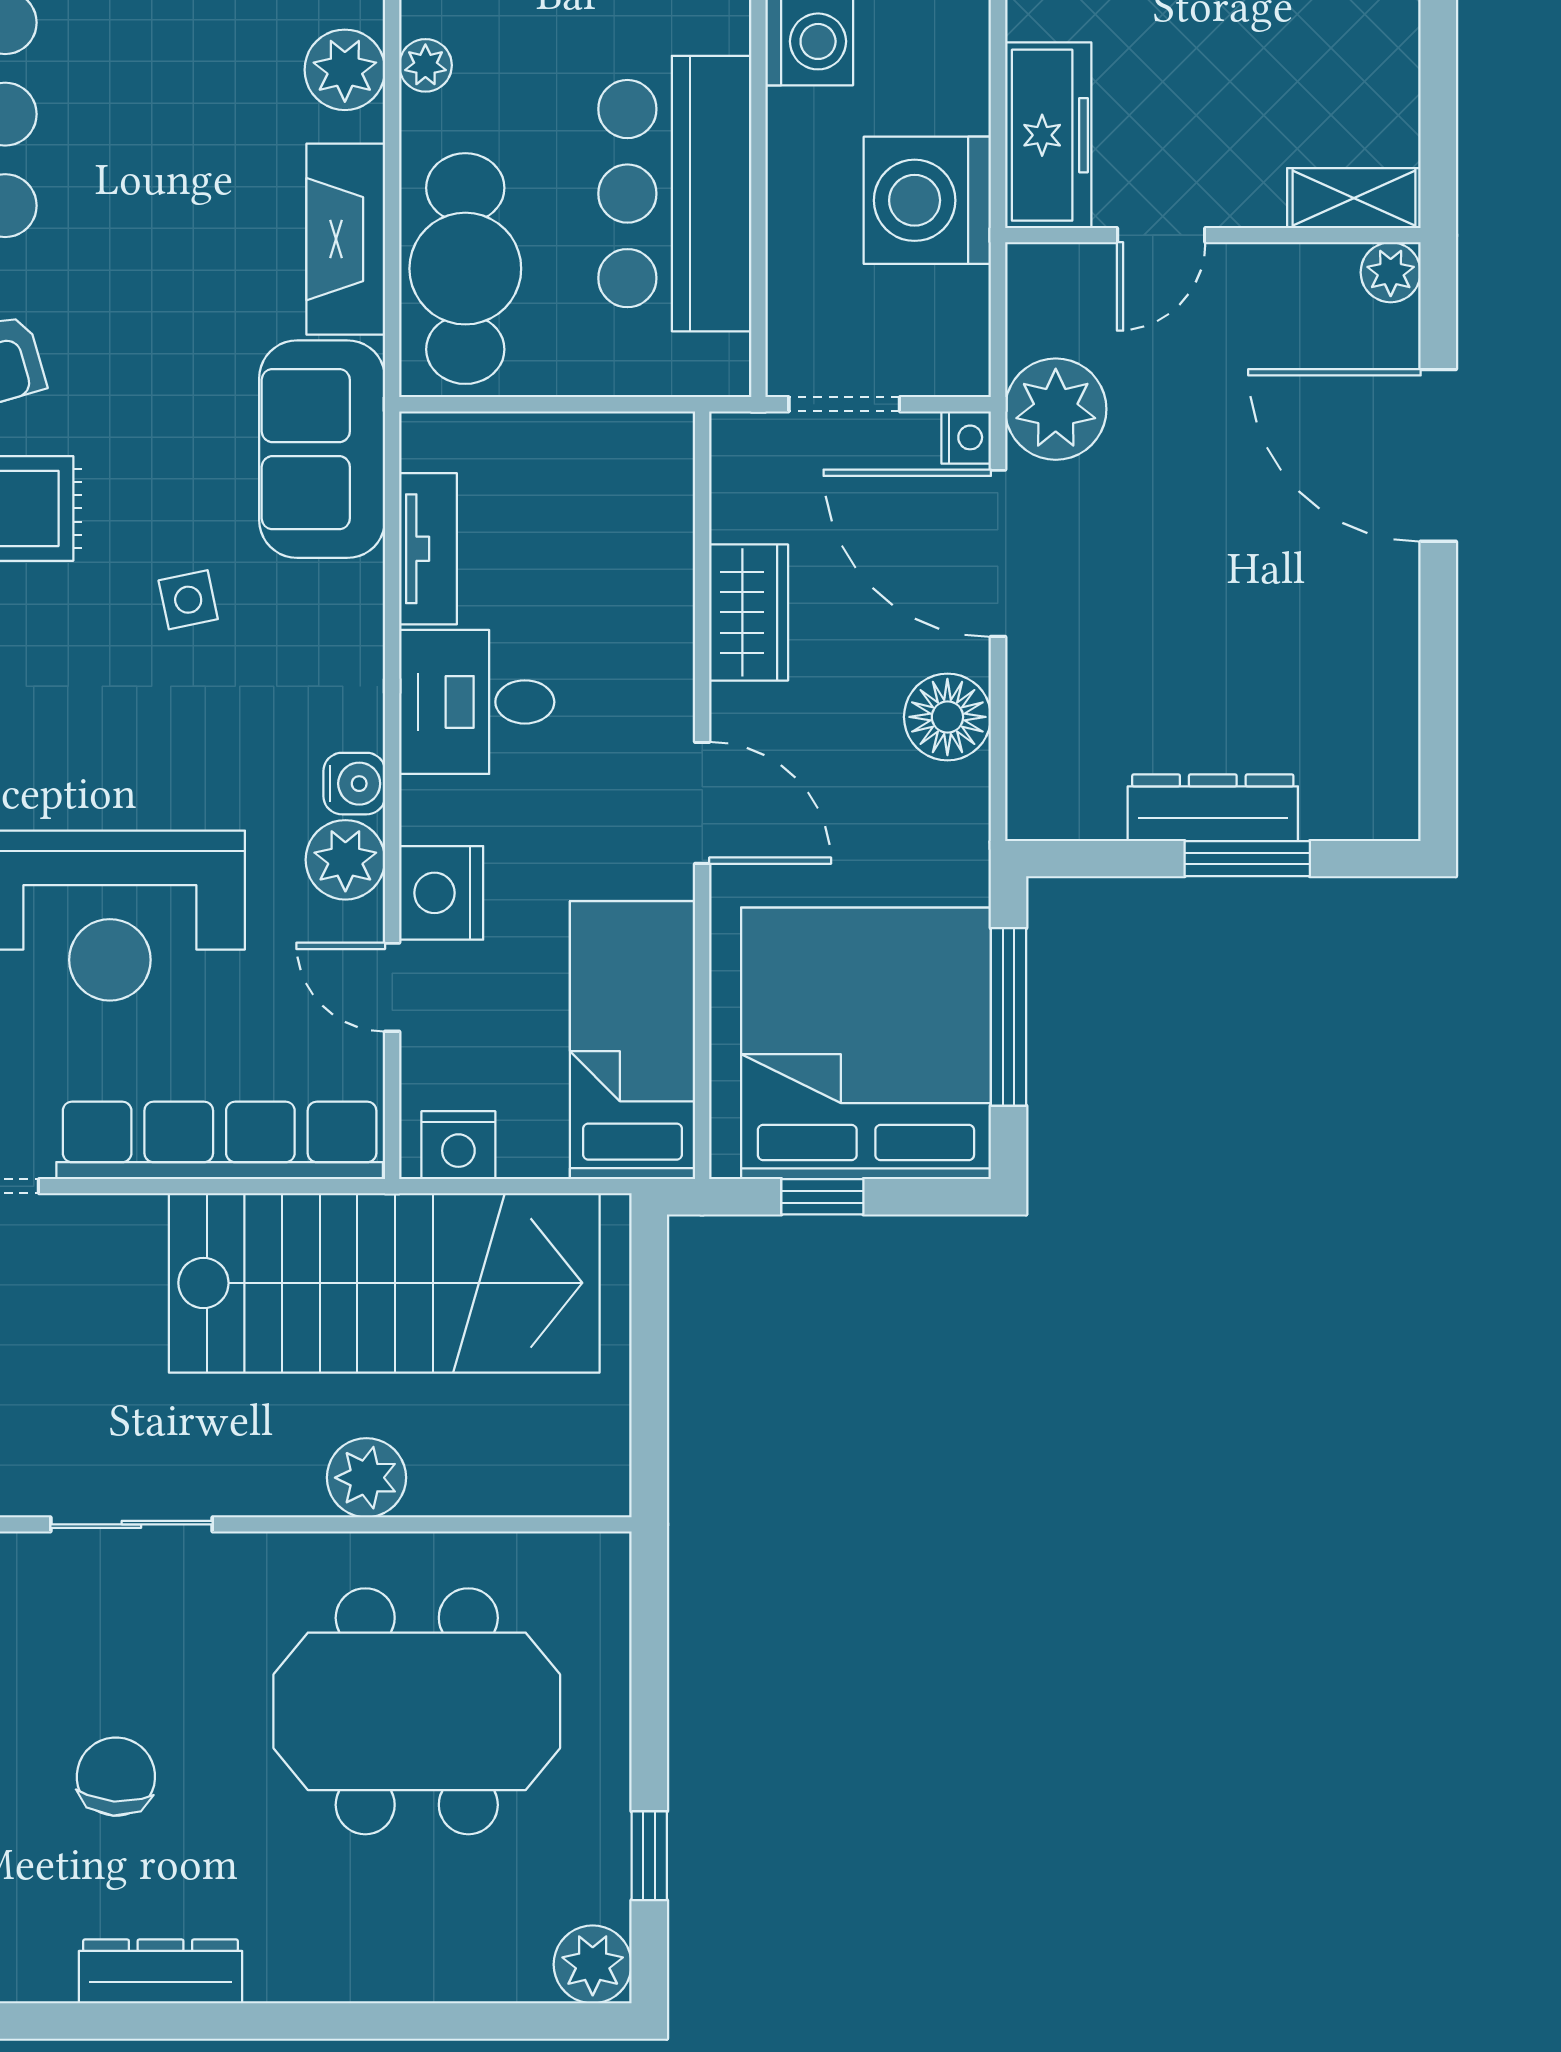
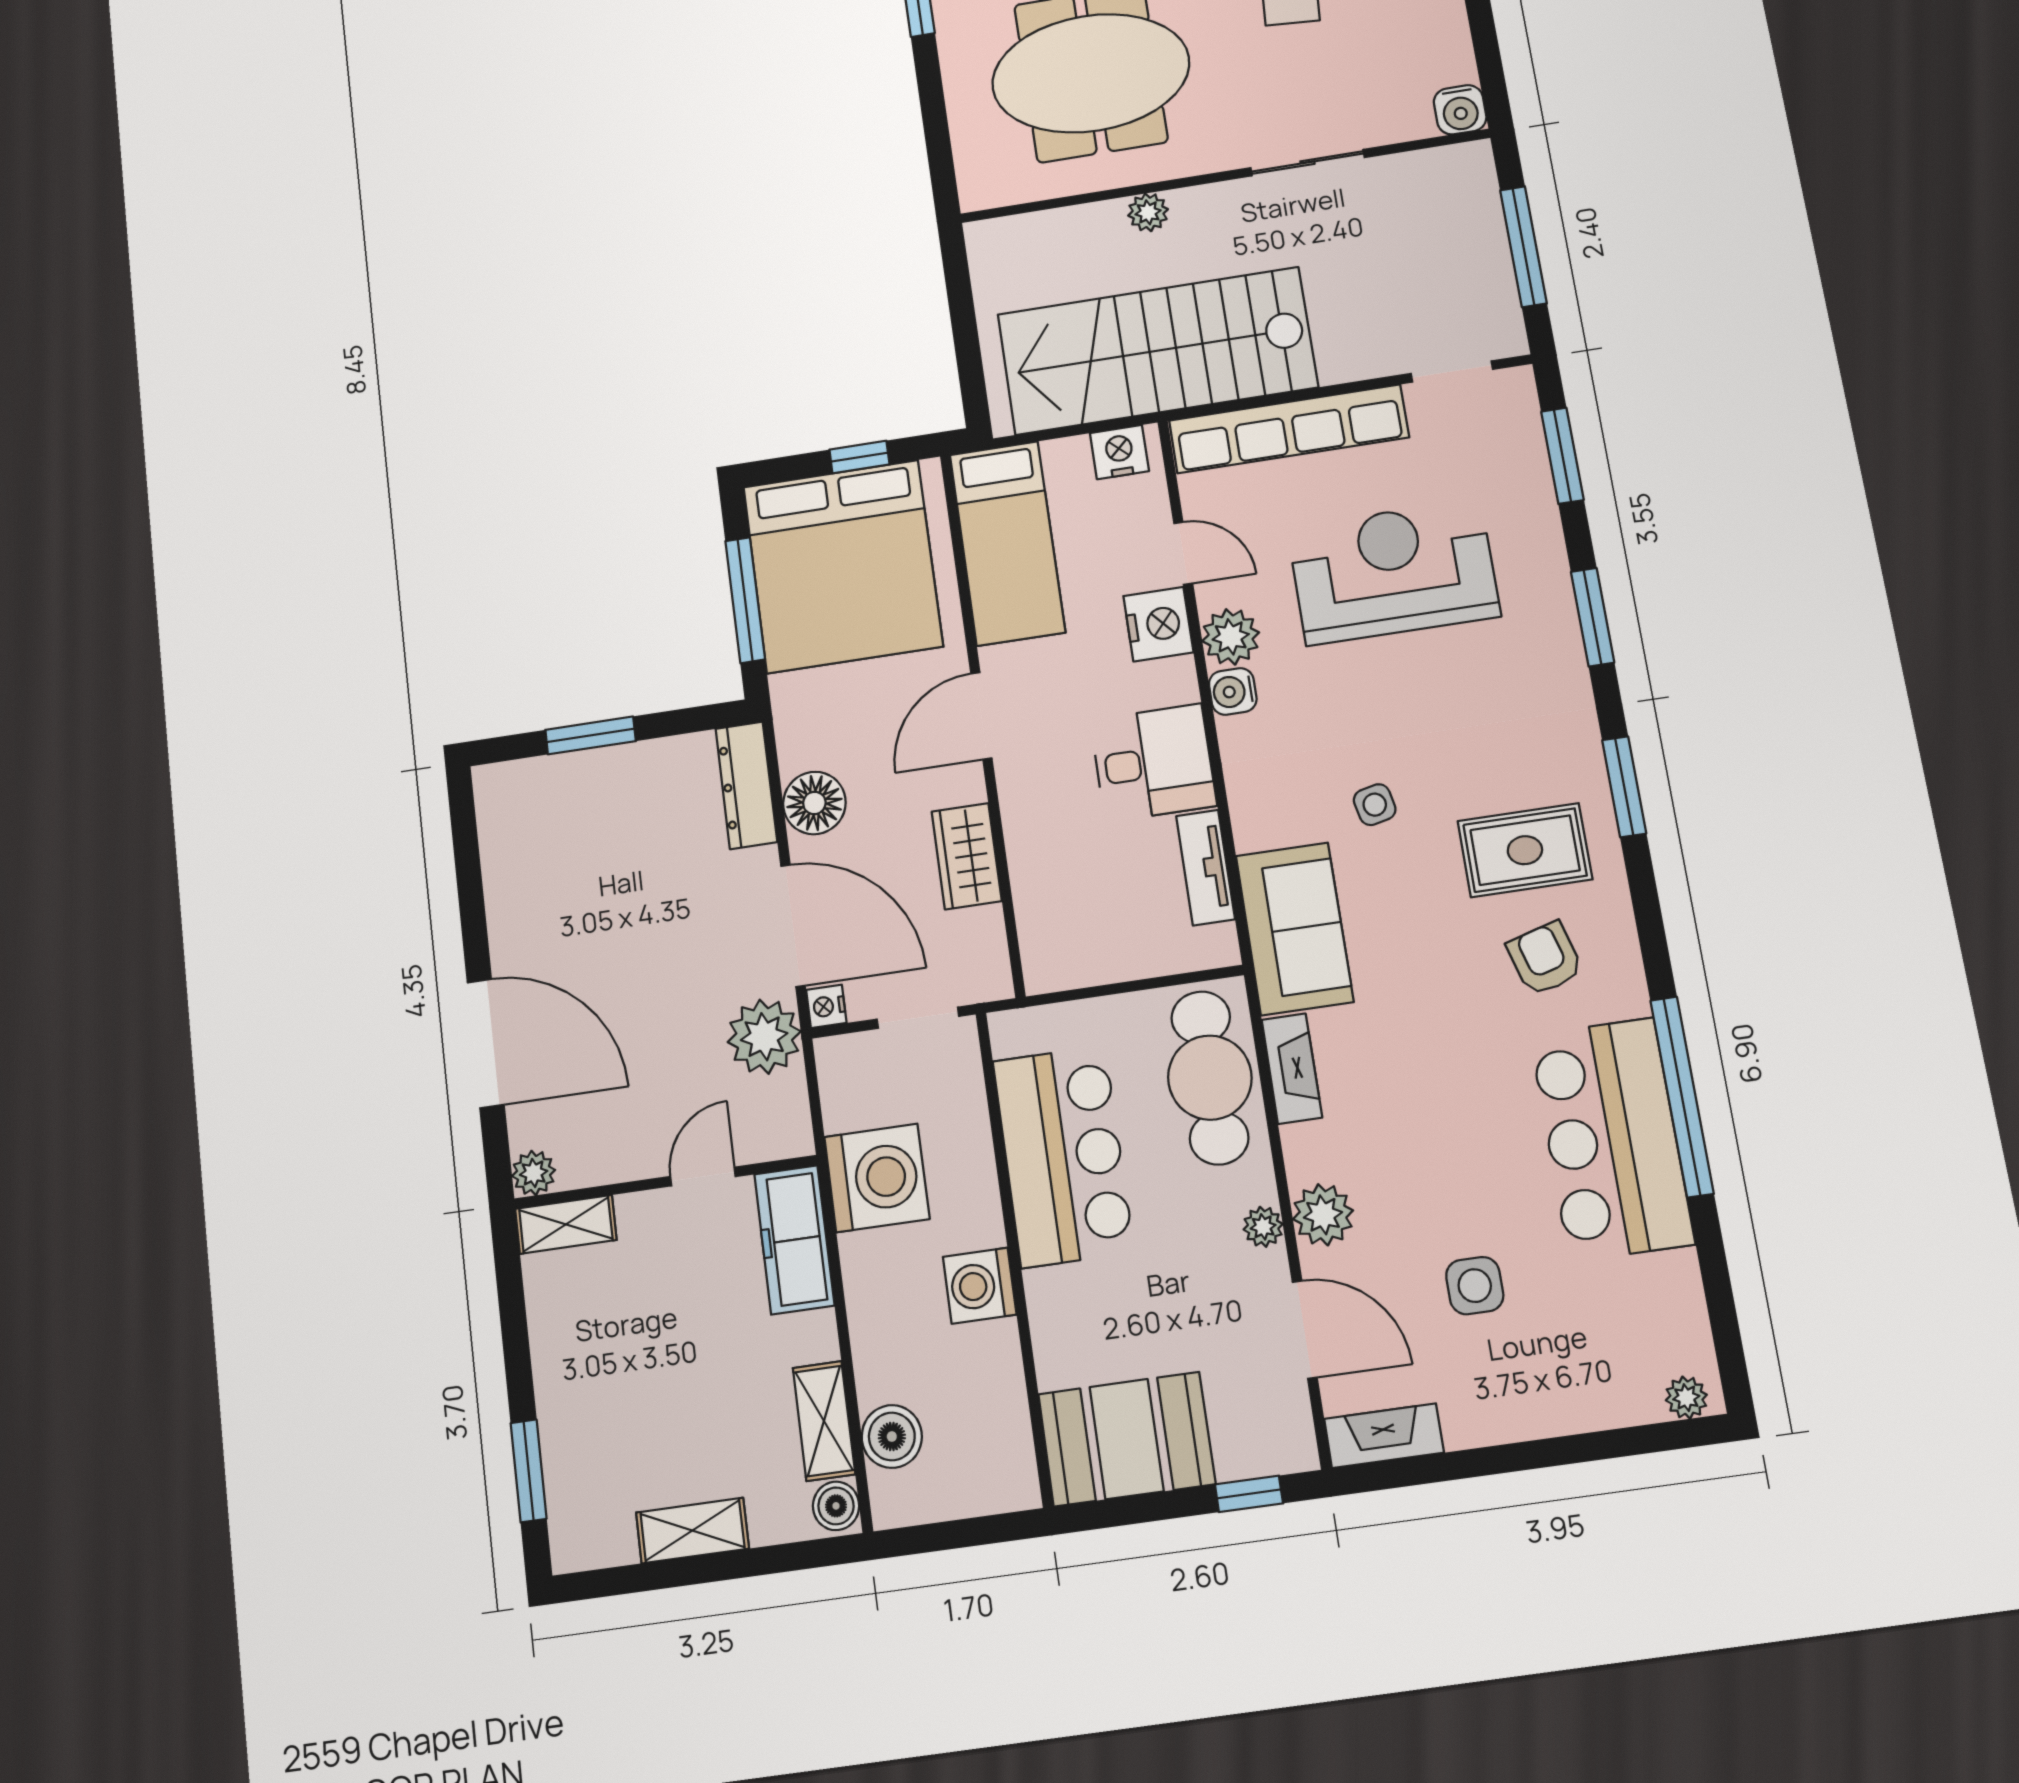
fireplace: (346, 239) -> (1292, 1069), width x0.73, depth x0.76
door: (702, 803) -> (981, 716), hinge flipped
dresser: (1213, 808) -> (746, 785), moved, turned 90
plant: (366, 1478) -> (1148, 212), width x0.73, depth x0.73

